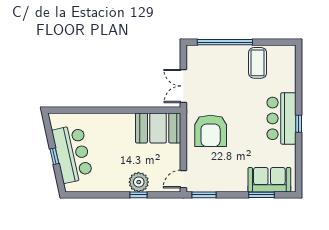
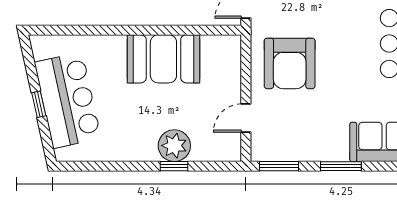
booth: (158, 128) -> (163, 59), moved
door: (183, 179) -> (246, 118), moved
window: (262, 195) -> (341, 166), moved

